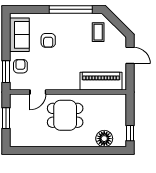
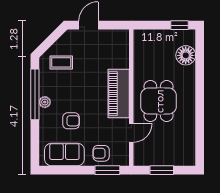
plant: (64, 18) -> (45, 102), added
piano: (101, 81) -> (119, 94), moved
door: (38, 92) -> (131, 133), hinge flipped

